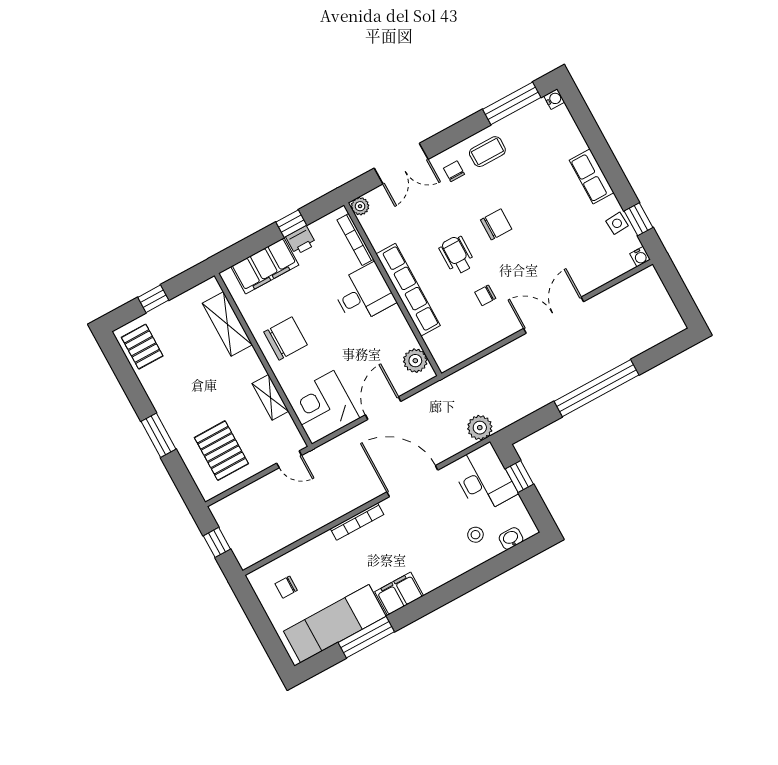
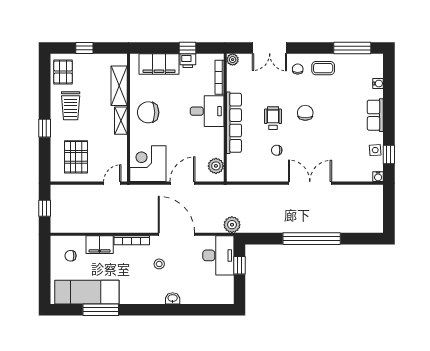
water cooler: (554, 99) -> (378, 84), moved
chair: (496, 224) -> (305, 113), turned -90
chair: (286, 338) -> (148, 112), turned 180
trolley: (177, 386) -> (71, 106), added
shelving: (270, 397) -> (121, 121), moved
window: (158, 435) -> (45, 128), width x0.67
door: (289, 459) -> (112, 183), swing flipped
stool: (475, 535) -> (159, 264), moved
washbasin: (511, 538) -> (173, 298), moved
filing cabinet: (399, 594) -> (100, 245), moved, turned 180

